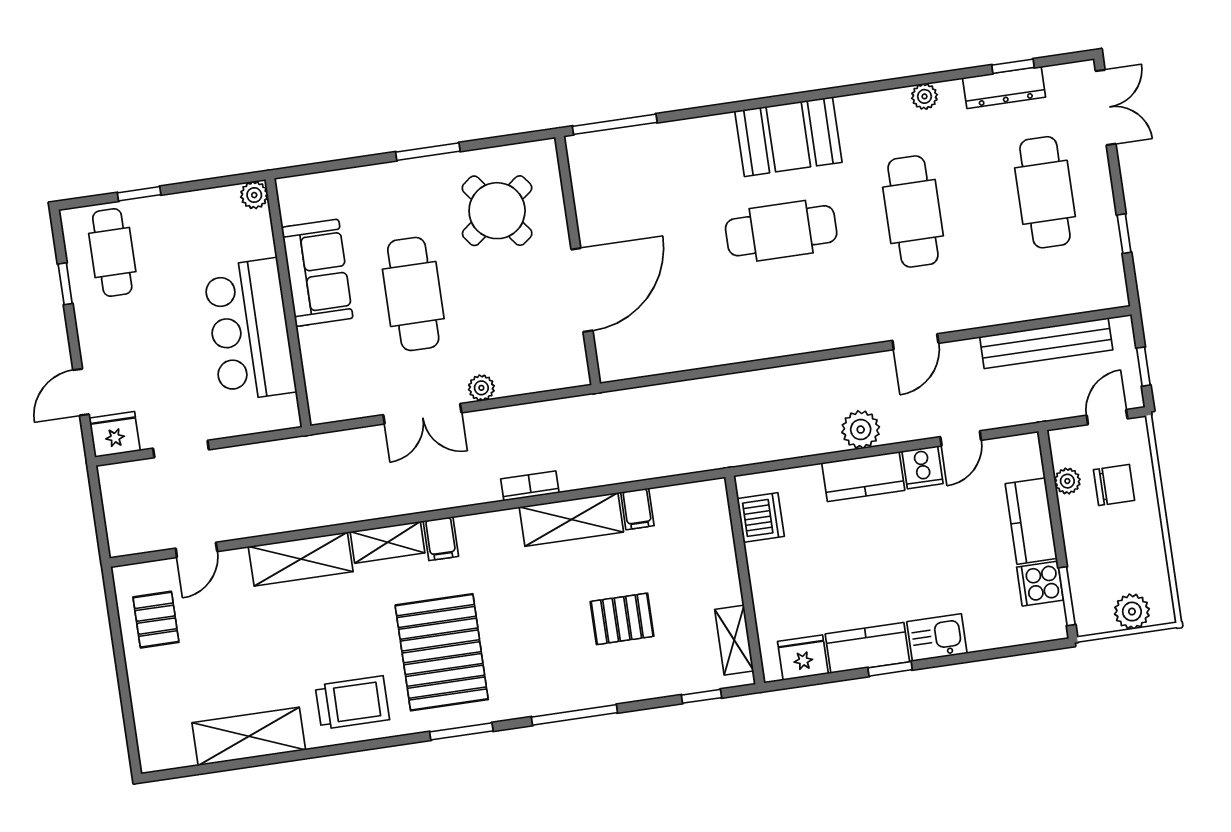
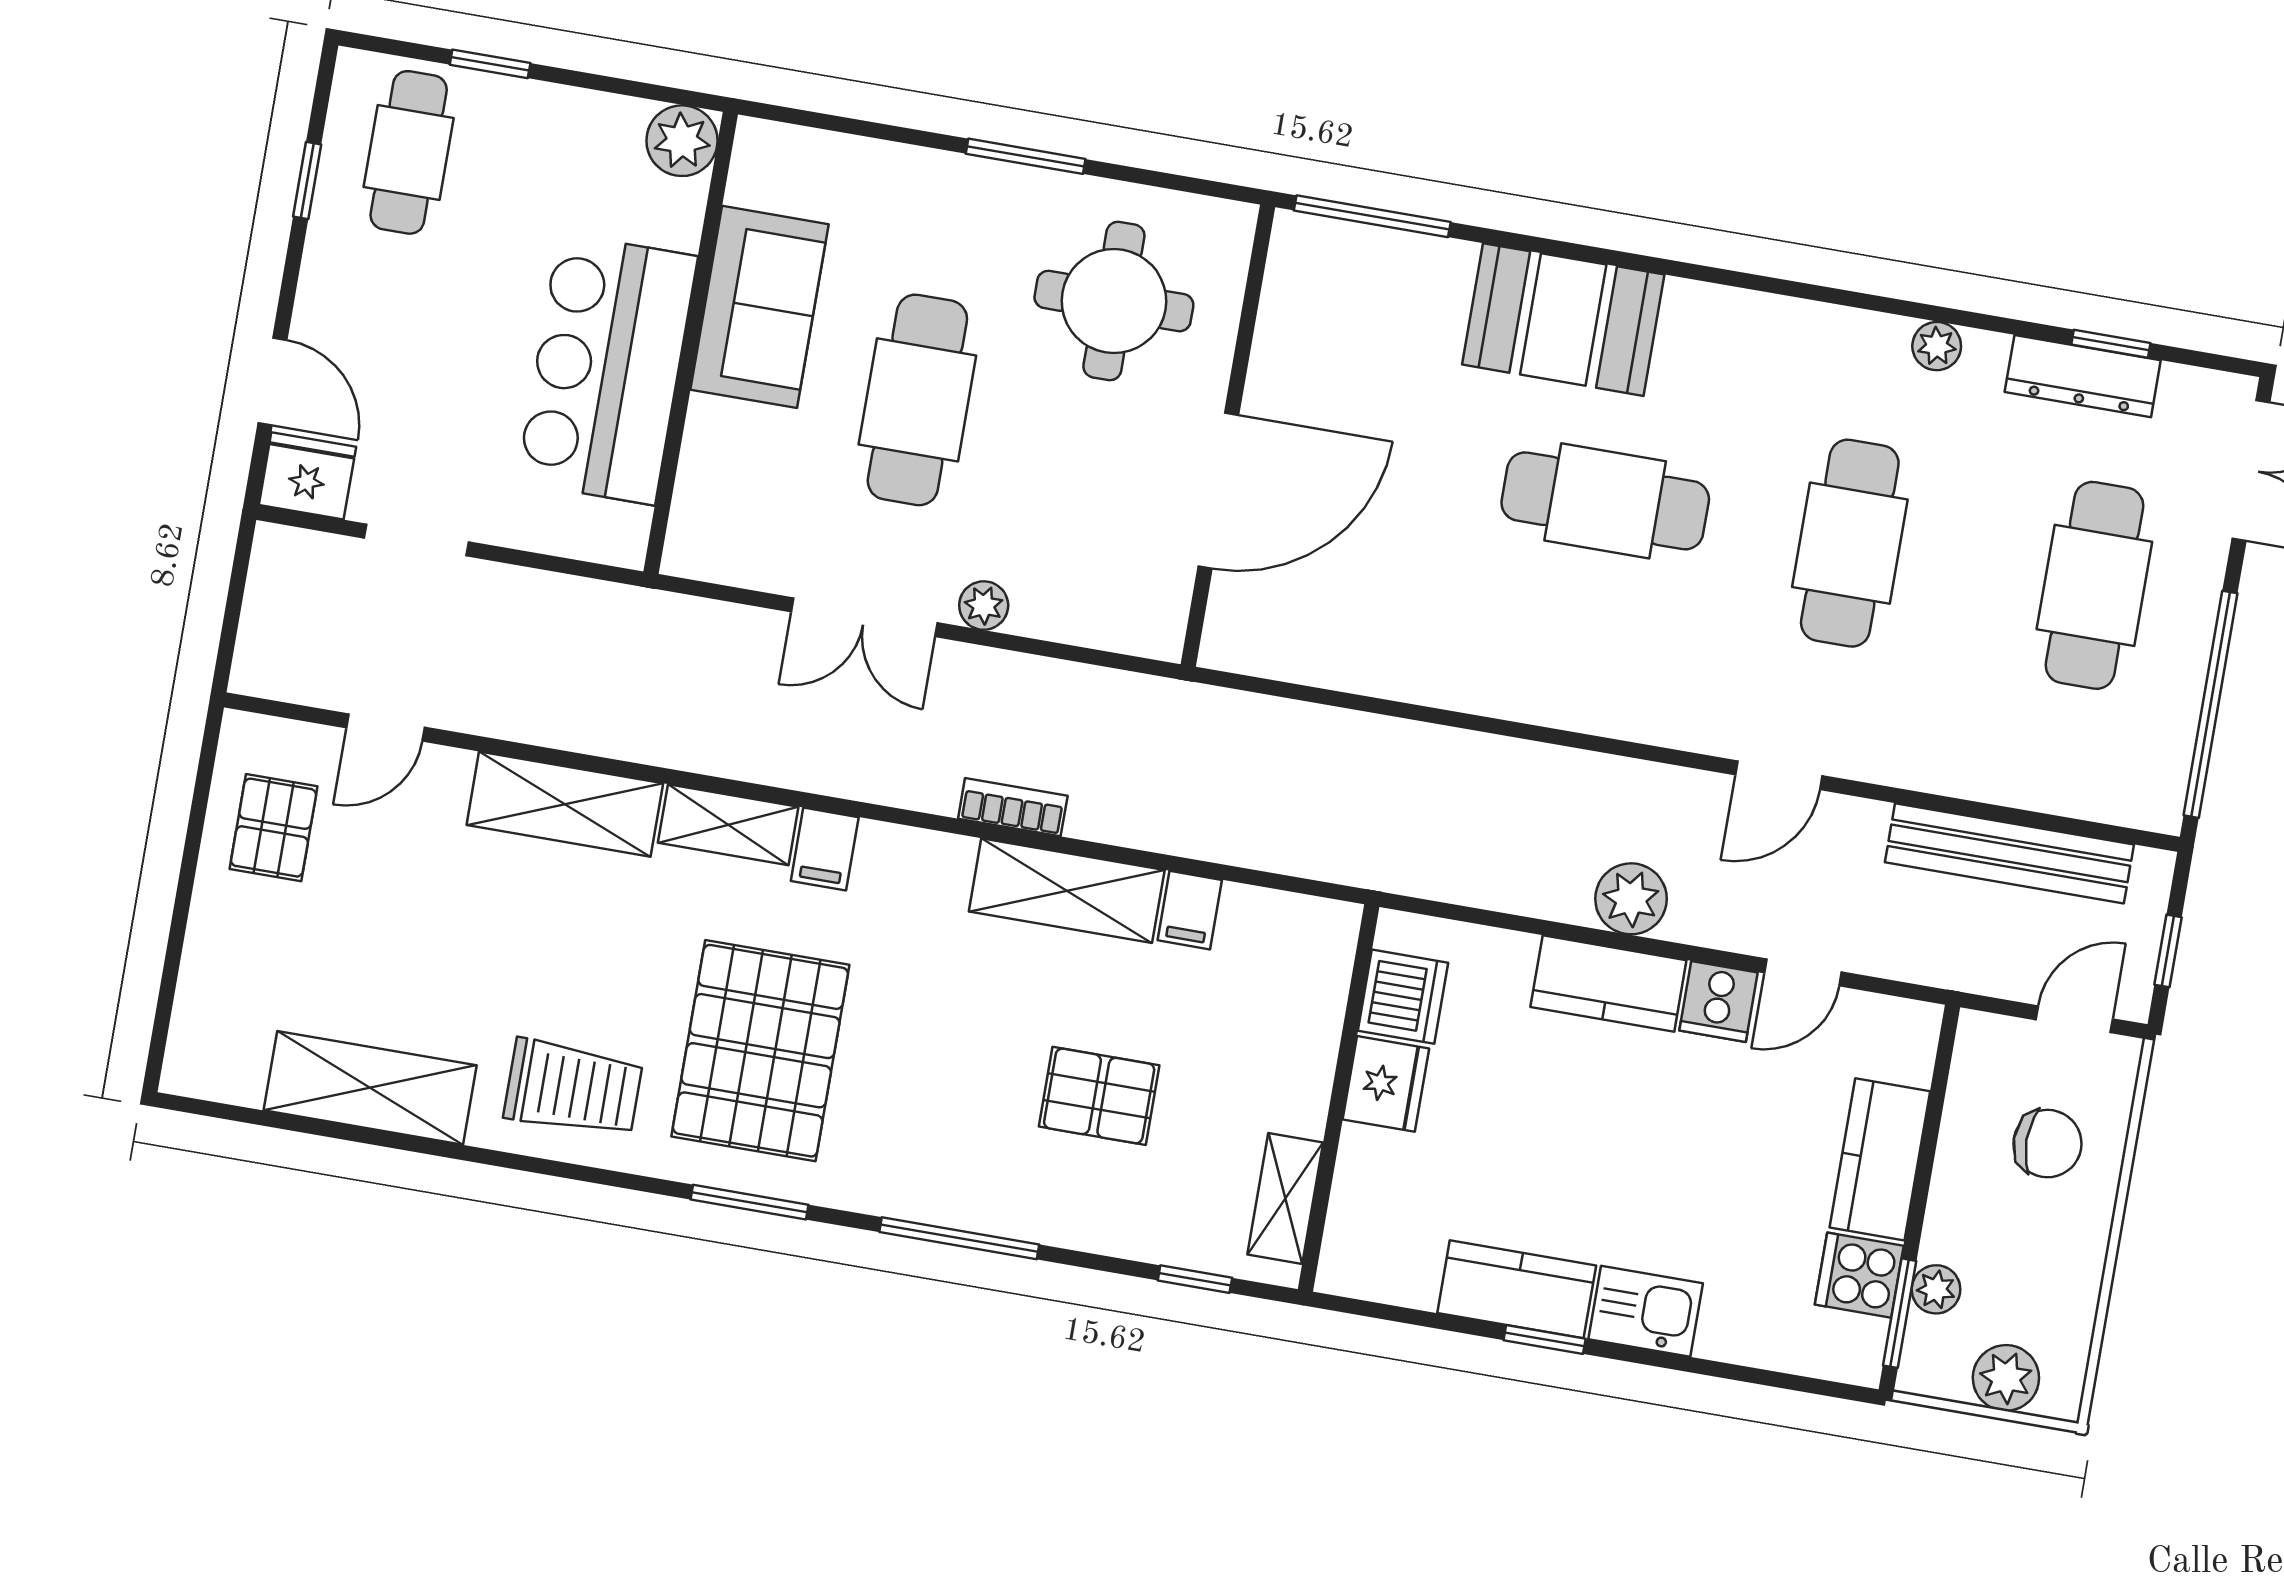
booth: (788, 137) -> (1563, 320), moved
plant: (254, 195) -> (682, 141), width x1.38, depth x1.38
round table: (497, 211) -> (1114, 301), turned 37
window: (1124, 234) -> (2211, 704), width x3.17
door: (81, 392) -> (272, 381), swing flipped
plant: (1067, 481) -> (1936, 1289), moved
fridge: (803, 658) -> (1386, 1084), moved, turned 90

